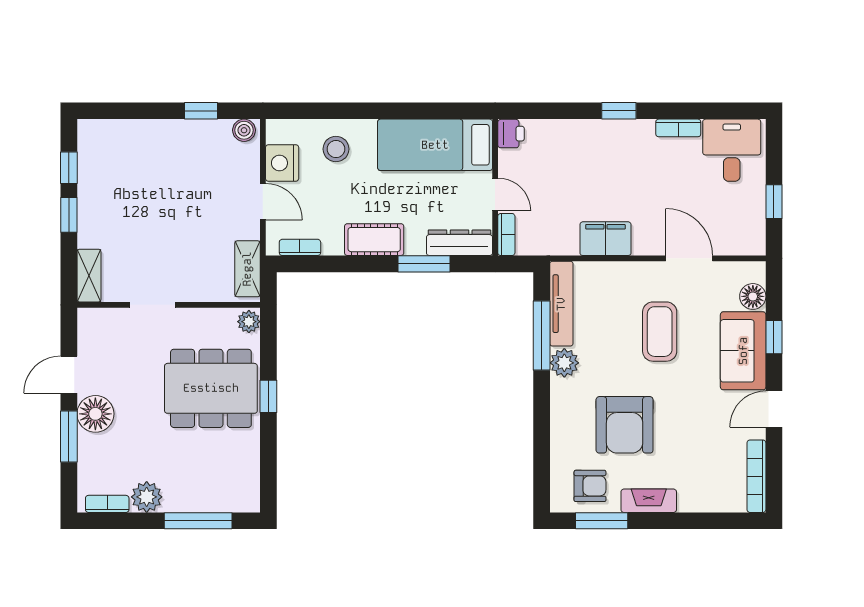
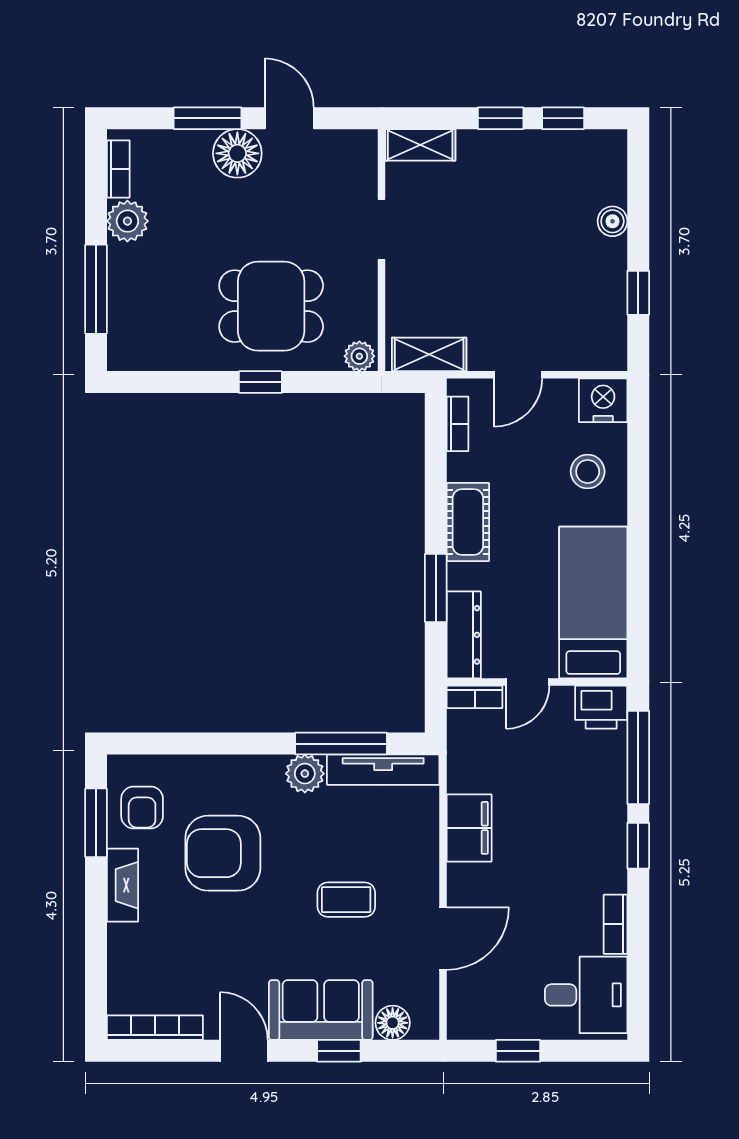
window: (552, 111) -> (638, 757), added
boiler: (244, 130) -> (612, 221), moved
printer: (511, 134) -> (601, 707), width x1.36, depth x1.24
nightstand: (282, 163) -> (603, 400), moved
coffee table: (660, 332) -> (346, 900), width x0.73, depth x0.77
dining table: (211, 388) -> (271, 306), width x0.73

